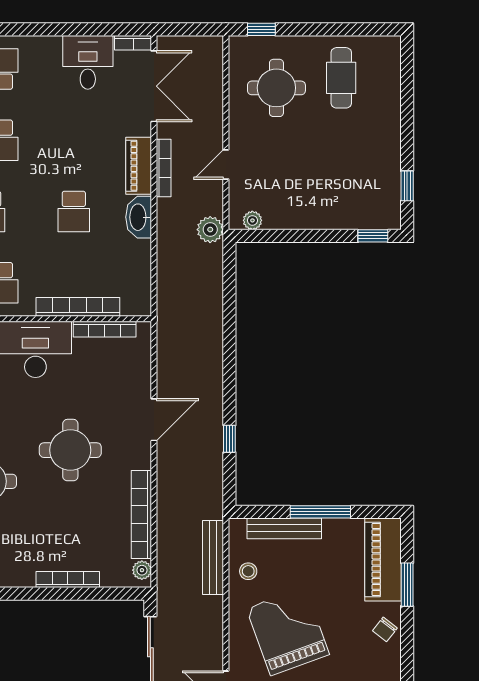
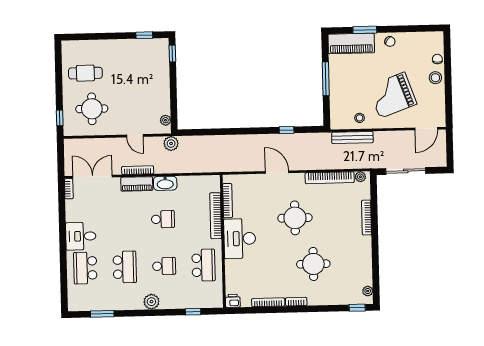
desk: (88, 62) -> (81, 236), moved
bench: (284, 528) -> (335, 99), removed

